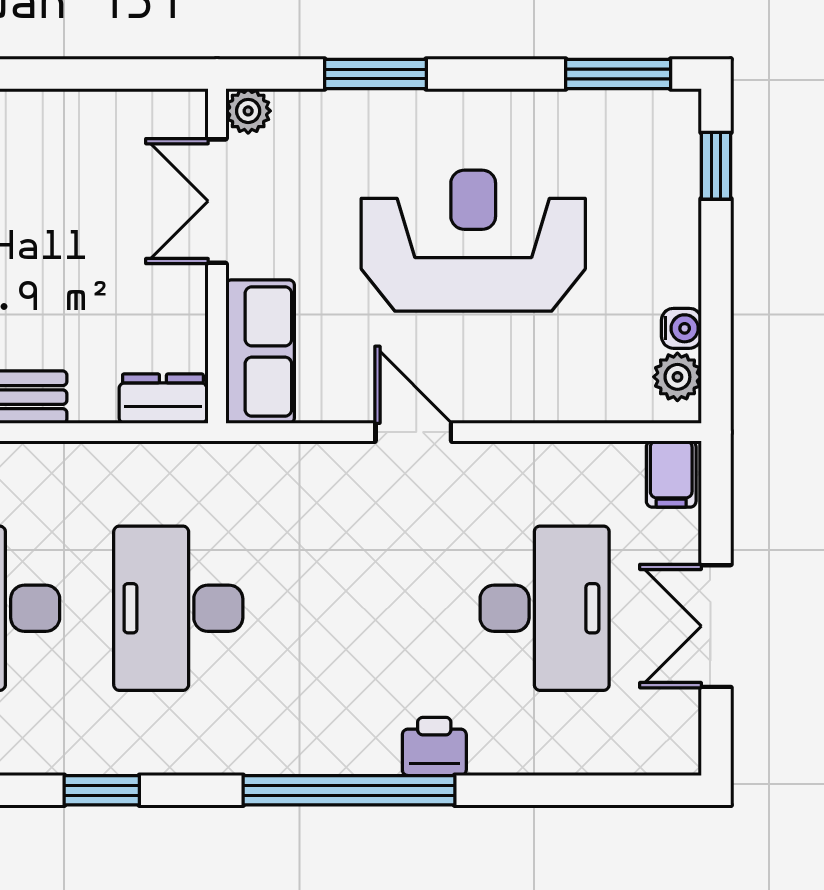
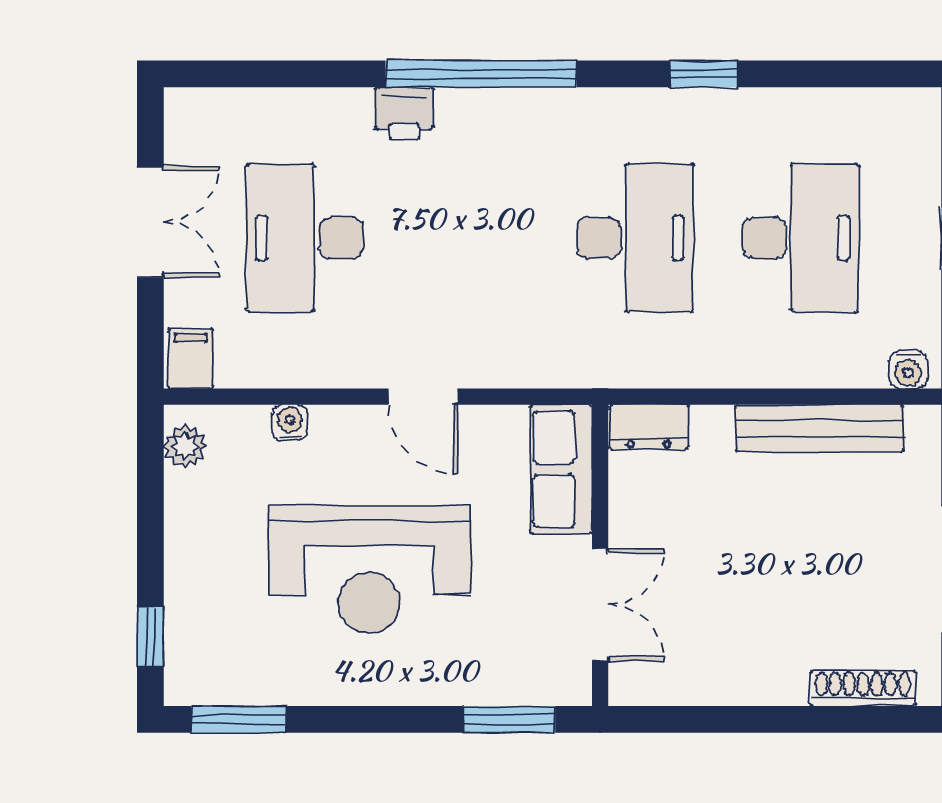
window: (375, 74) -> (509, 719), moved
plant: (248, 111) -> (572, 686), removed
water cooler: (681, 328) -> (290, 423), moved, turned 90

